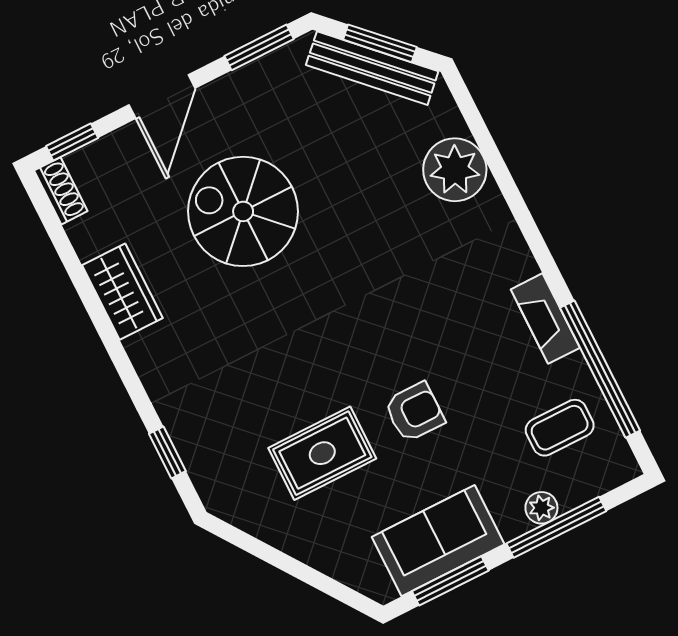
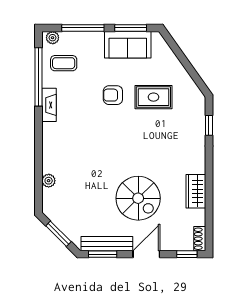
bench: (372, 68) -> (107, 244), moved, turned -45
plant: (455, 170) -> (49, 181), width x0.53, depth x0.53
plant: (541, 508) -> (53, 38), moved

